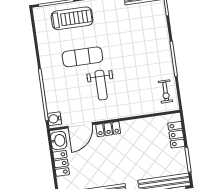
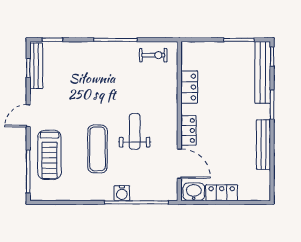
treadmill: (72, 18) -> (49, 155), turned 180
weight bench: (101, 85) -> (135, 131), turned -90
water cooler: (54, 119) -> (122, 193), moved
locker: (176, 135) -> (189, 87), moved, turned -90

